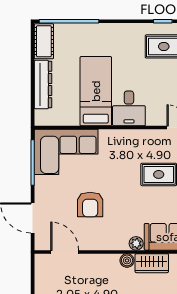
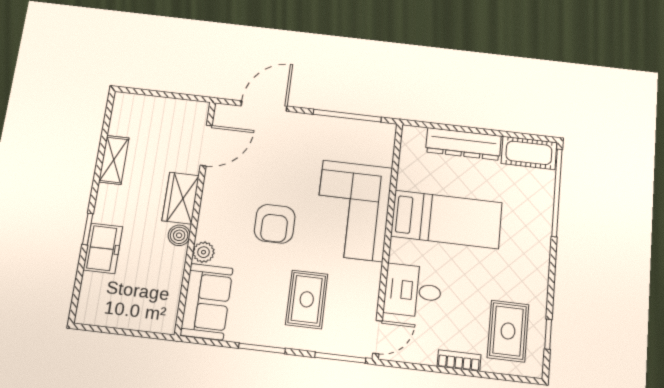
desk: (129, 108) -> (413, 291), moved
corner sofa: (66, 152) -> (353, 211), moved
armchair: (90, 204) -> (275, 224), moved, turned -90
wardrobe: (152, 263) -> (181, 198), moved

